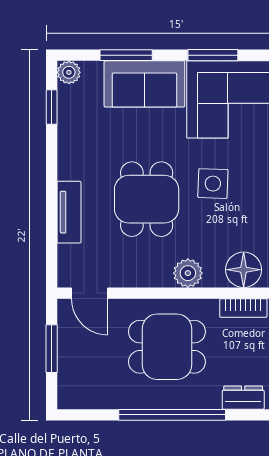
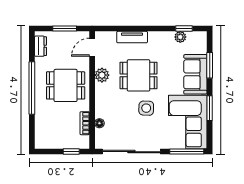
plant: (69, 72) -> (180, 37), moved
floor lamp: (244, 270) -> (99, 123), width x0.53, depth x0.53
plant: (188, 273) -> (102, 75), moved
dining table: (167, 347) -> (66, 85), turned 90
dresser: (243, 398) -> (40, 46), moved

